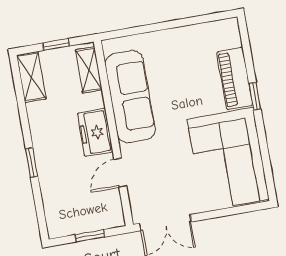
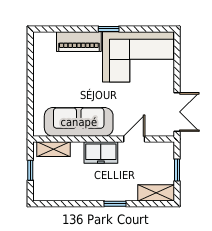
shelving: (31, 77) -> (156, 193), moved
window: (255, 96) -> (109, 29), moved
door: (120, 173) -> (134, 139), swing flipped

